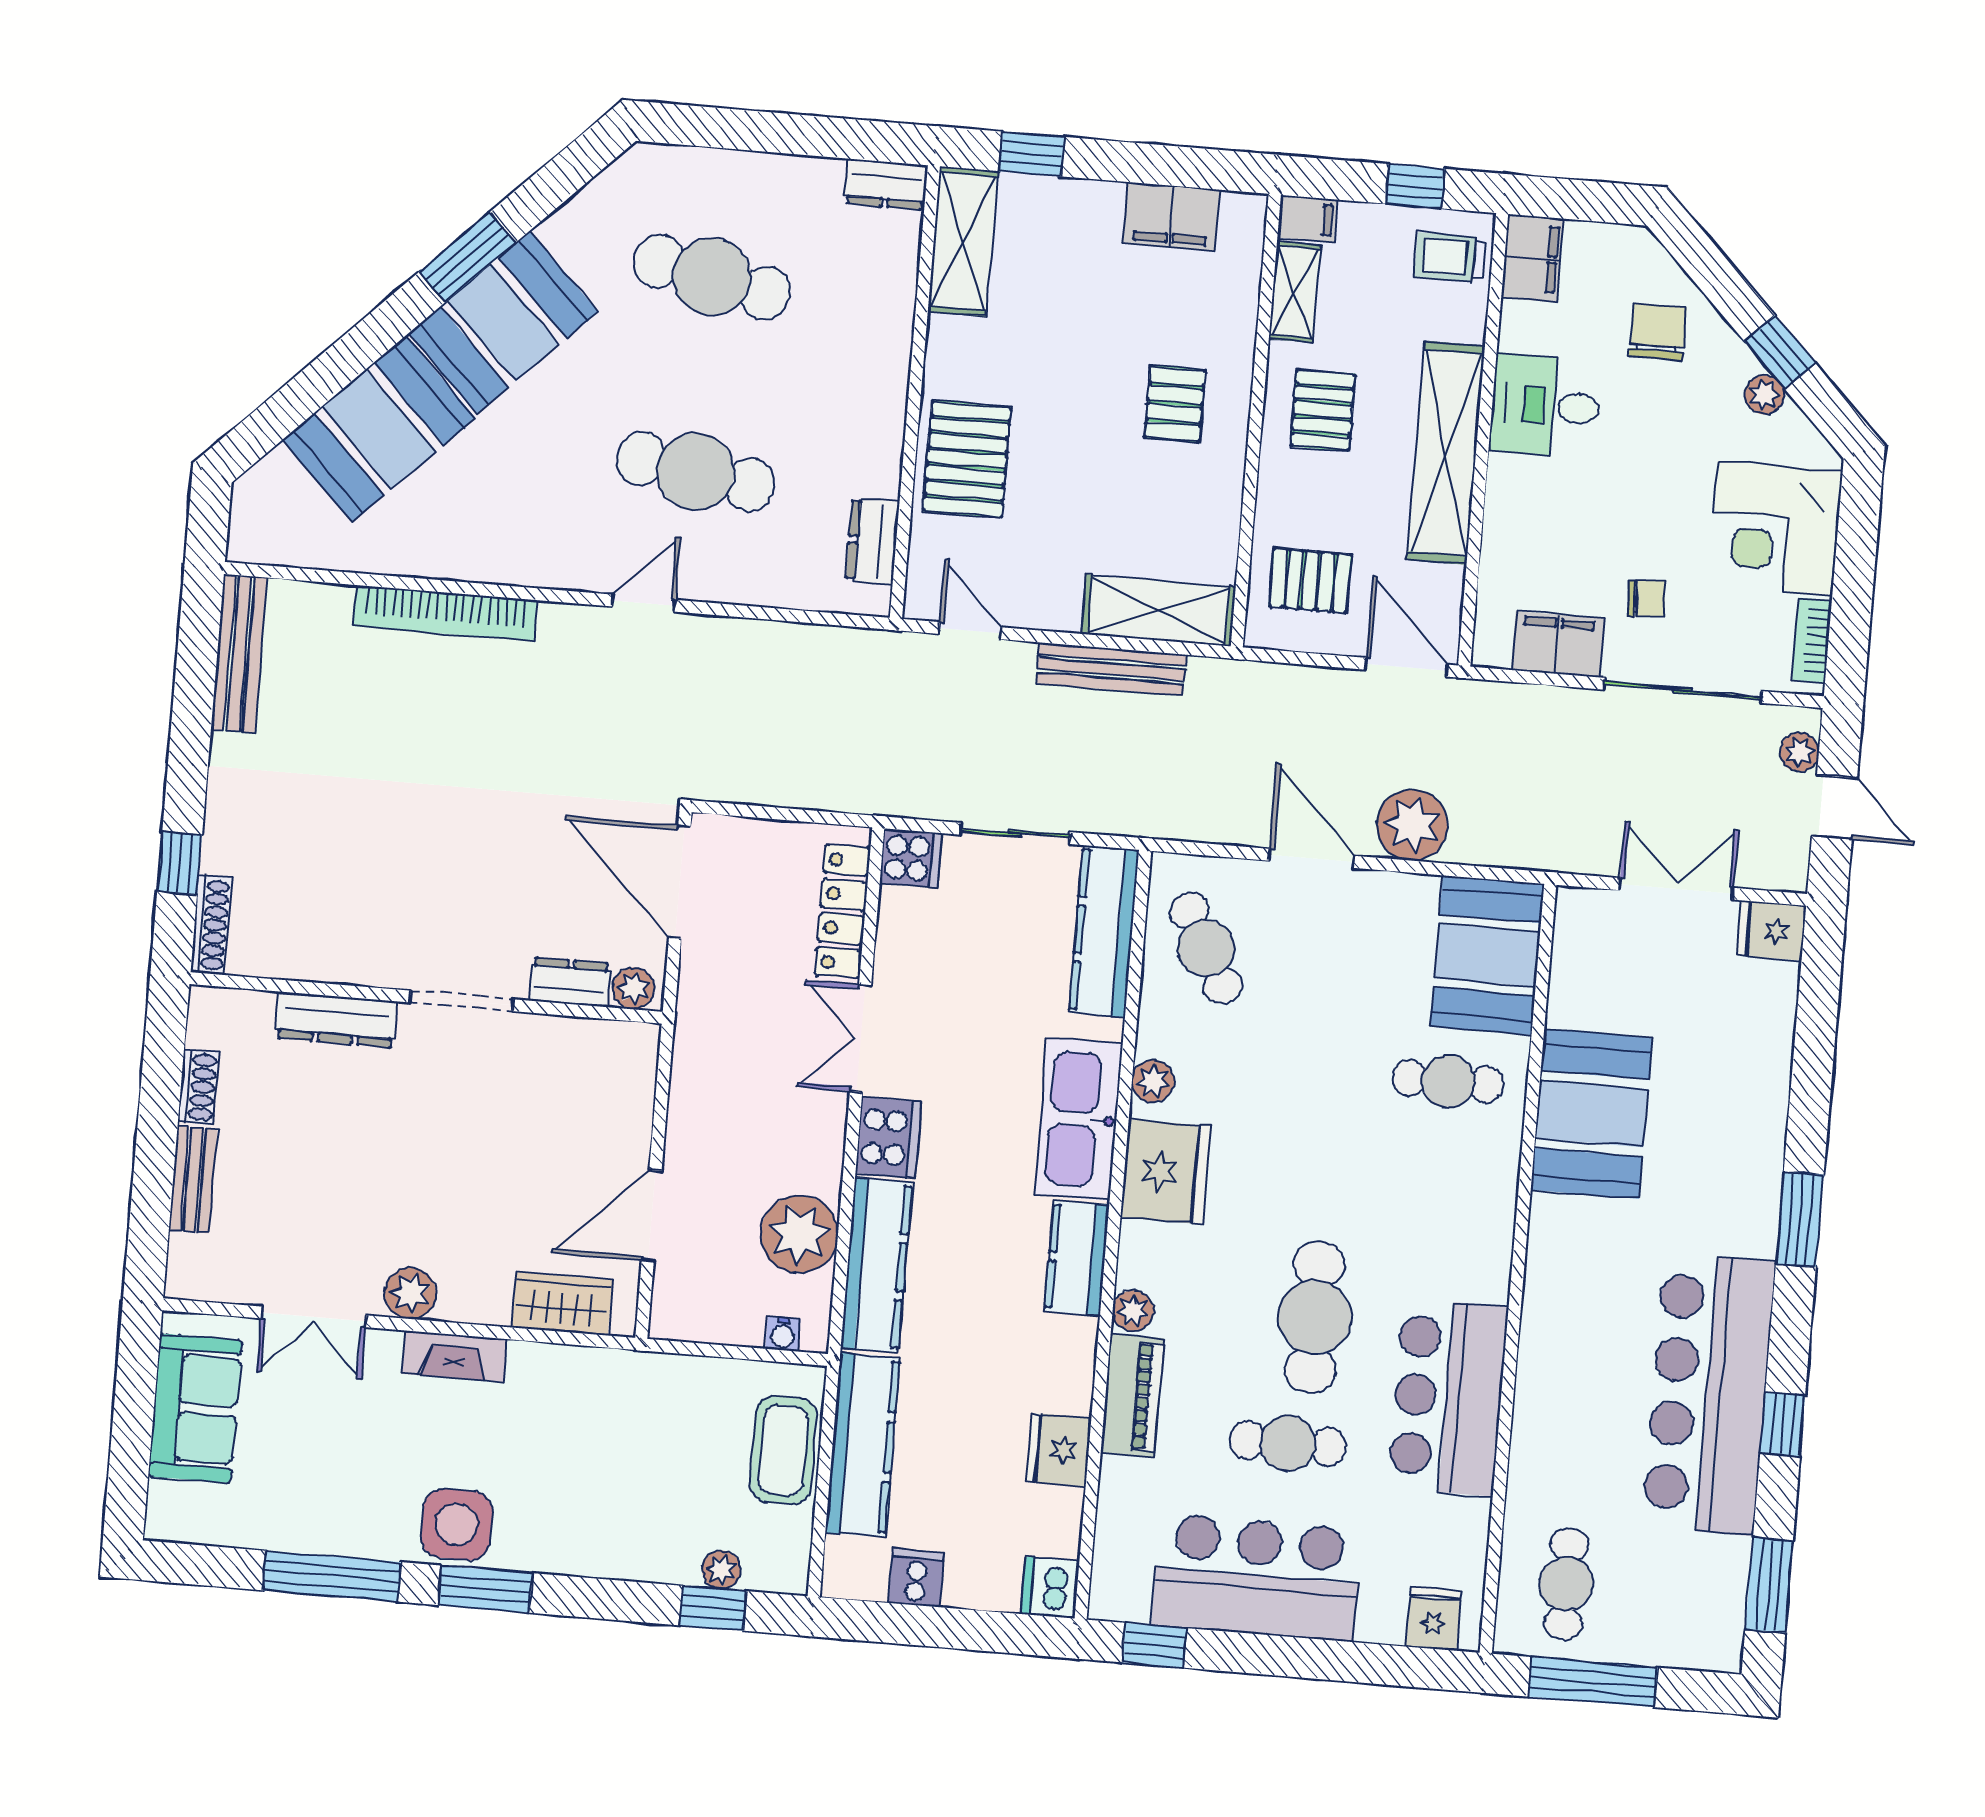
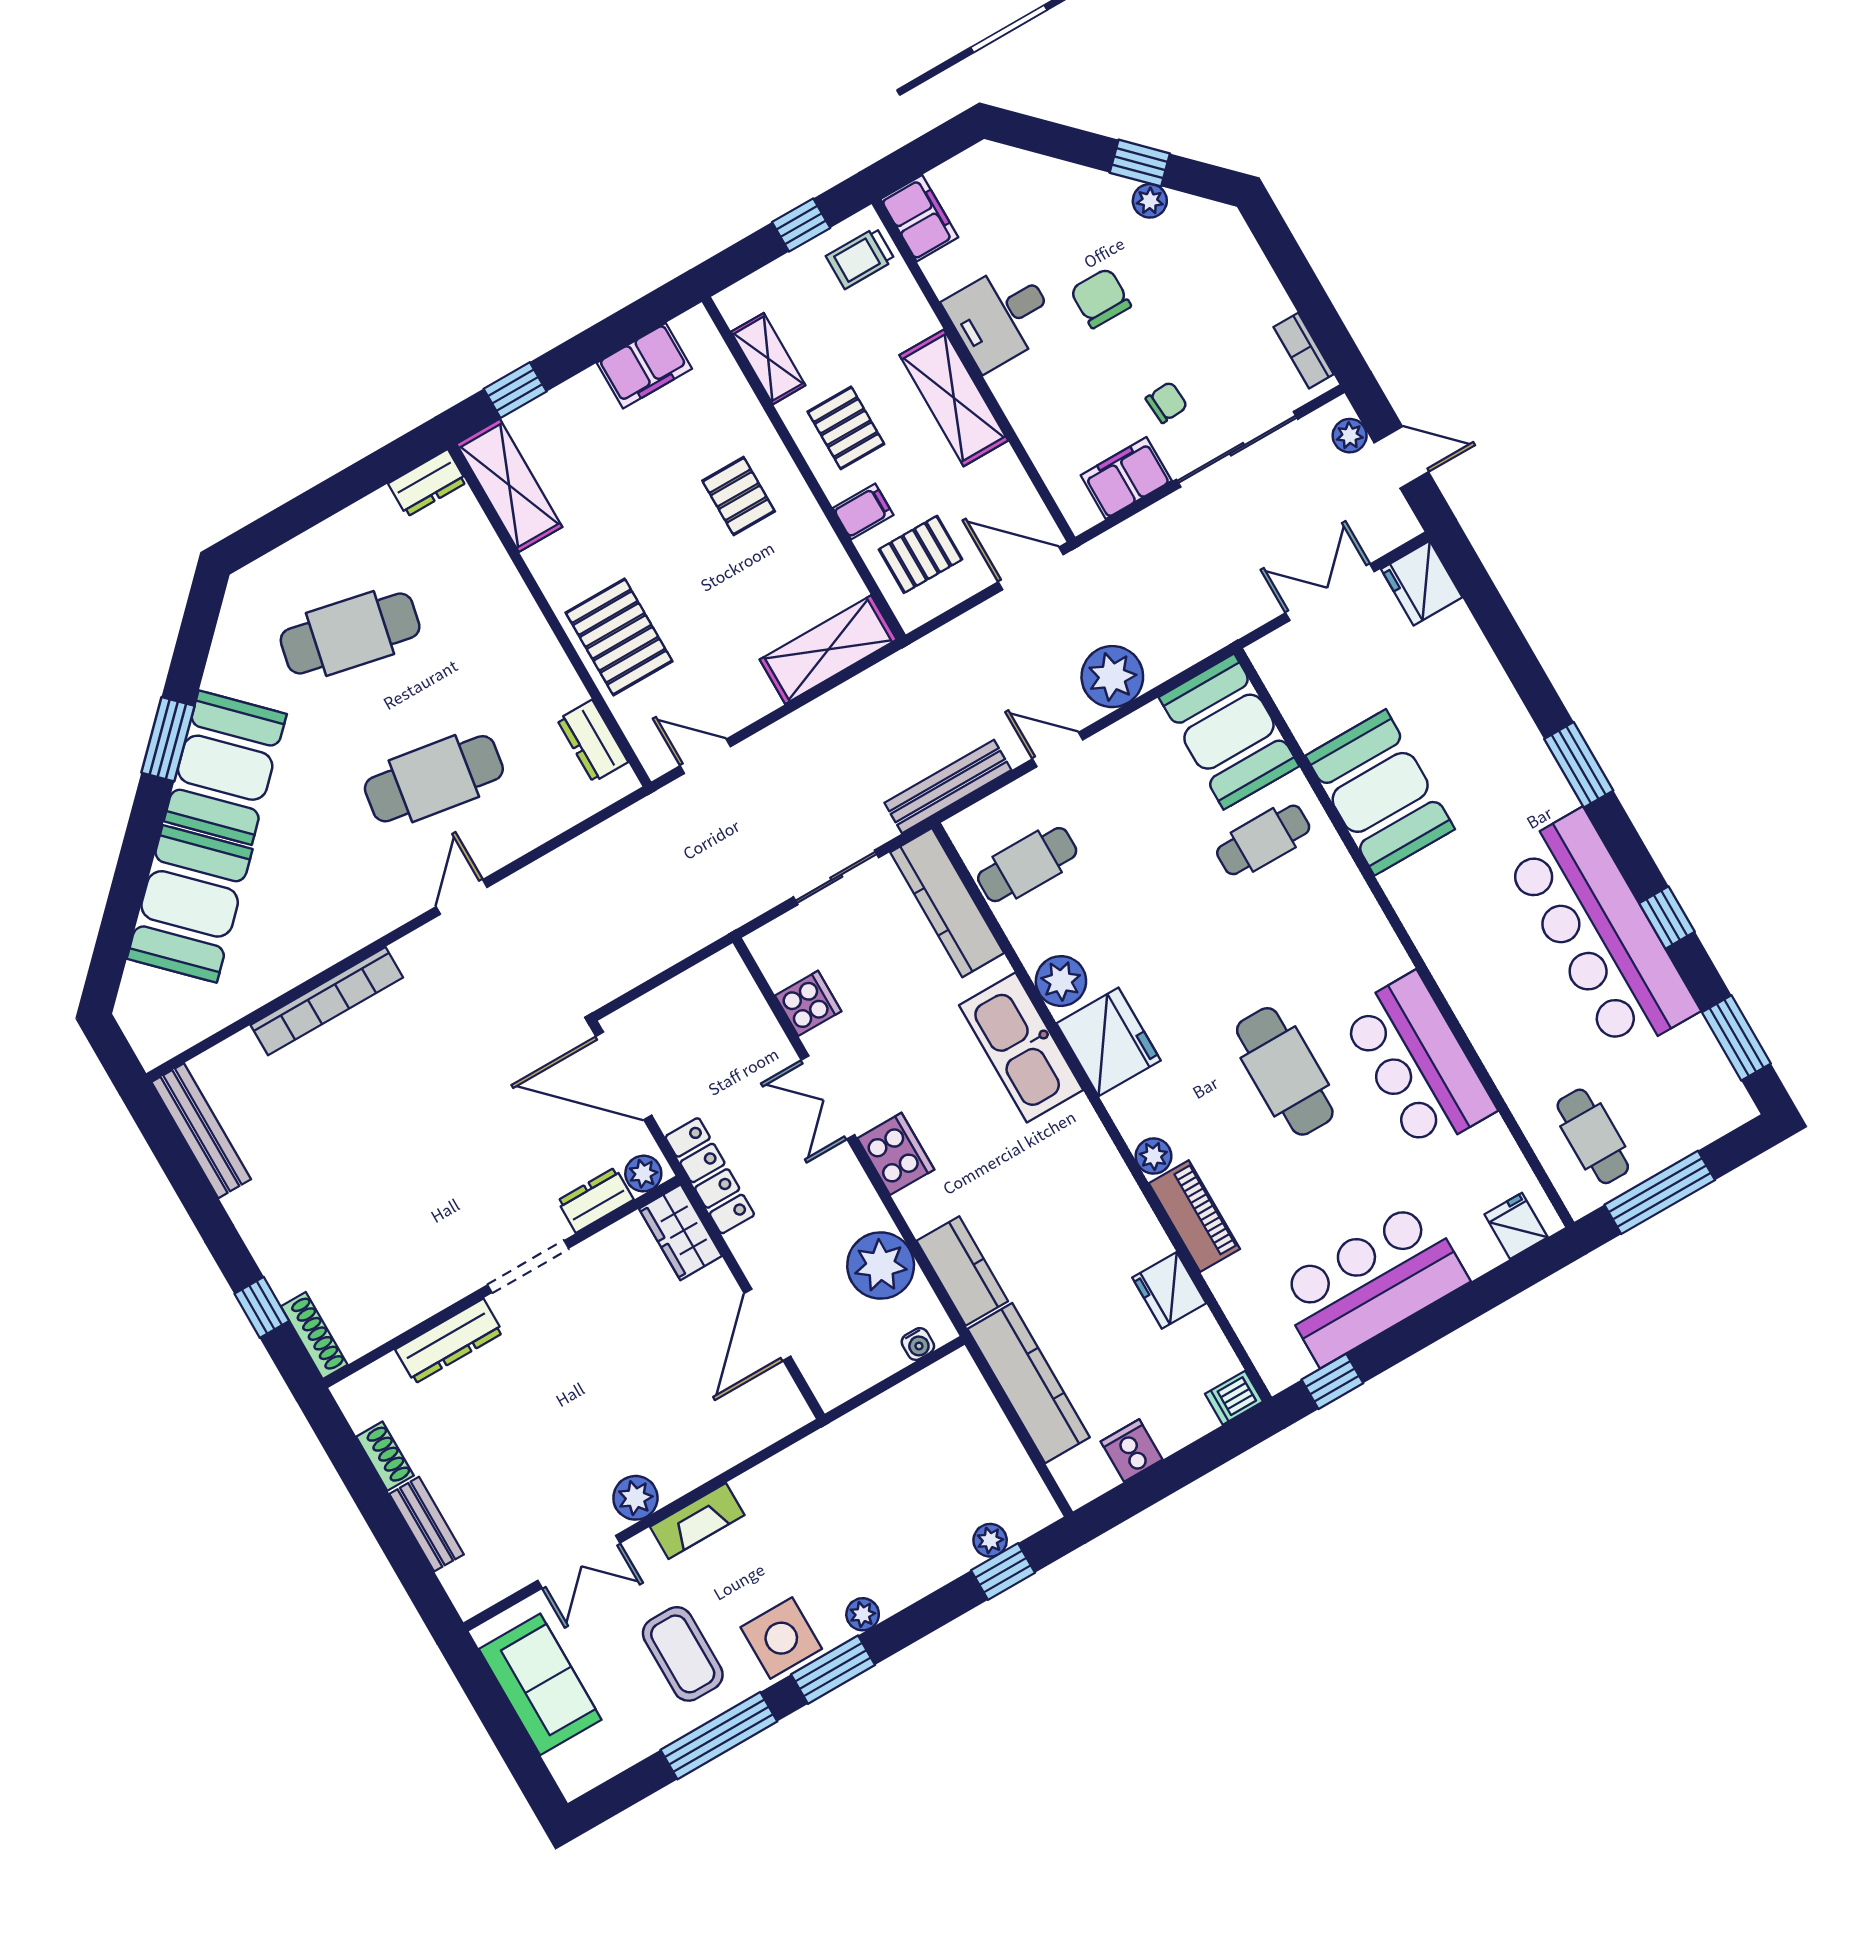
filing cabinet: (1307, 219) -> (863, 512), moved
chair: (1658, 332) -> (1101, 298), moved
shelving: (1446, 453) -> (954, 398), width x0.68
corner desk: (1775, 529) -> (1223, 290), removed
bench: (1111, 669) -> (948, 786), moved
cooker: (911, 858) -> (808, 1003), moved
door: (1312, 858) -> (1058, 749), width x0.73
locker: (842, 912) -> (710, 1176), moved, turned 180
fridge: (1771, 931) -> (1422, 583), width x1.38
cafe table: (1206, 948) -> (1027, 865), turned -61
plant: (1153, 1081) -> (1061, 981), width x1.38, depth x1.38
kitchen counter: (1077, 1258) -> (1088, 1146), removed
kitchen counter: (876, 1265) -> (962, 1271), width x0.67
wardrobe: (562, 1304) -> (680, 1232), moved, turned -90
cafe table: (1288, 1443) -> (1328, 1174), removed
coffee table: (783, 1450) -> (683, 1654), moved
plant: (550, 1556) -> (863, 1614), added
dishwasher: (1050, 1588) -> (1234, 1398), width x0.73

